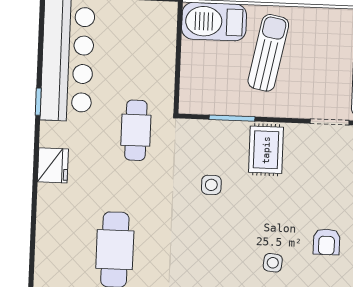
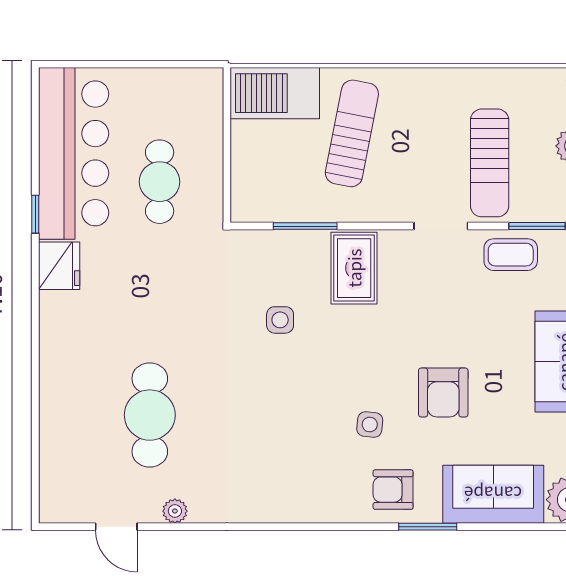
cafe table: (136, 130) -> (160, 182), moved
fridge: (53, 165) -> (59, 266), moved
armchair: (327, 242) -> (443, 393), width x1.38, depth x1.38

